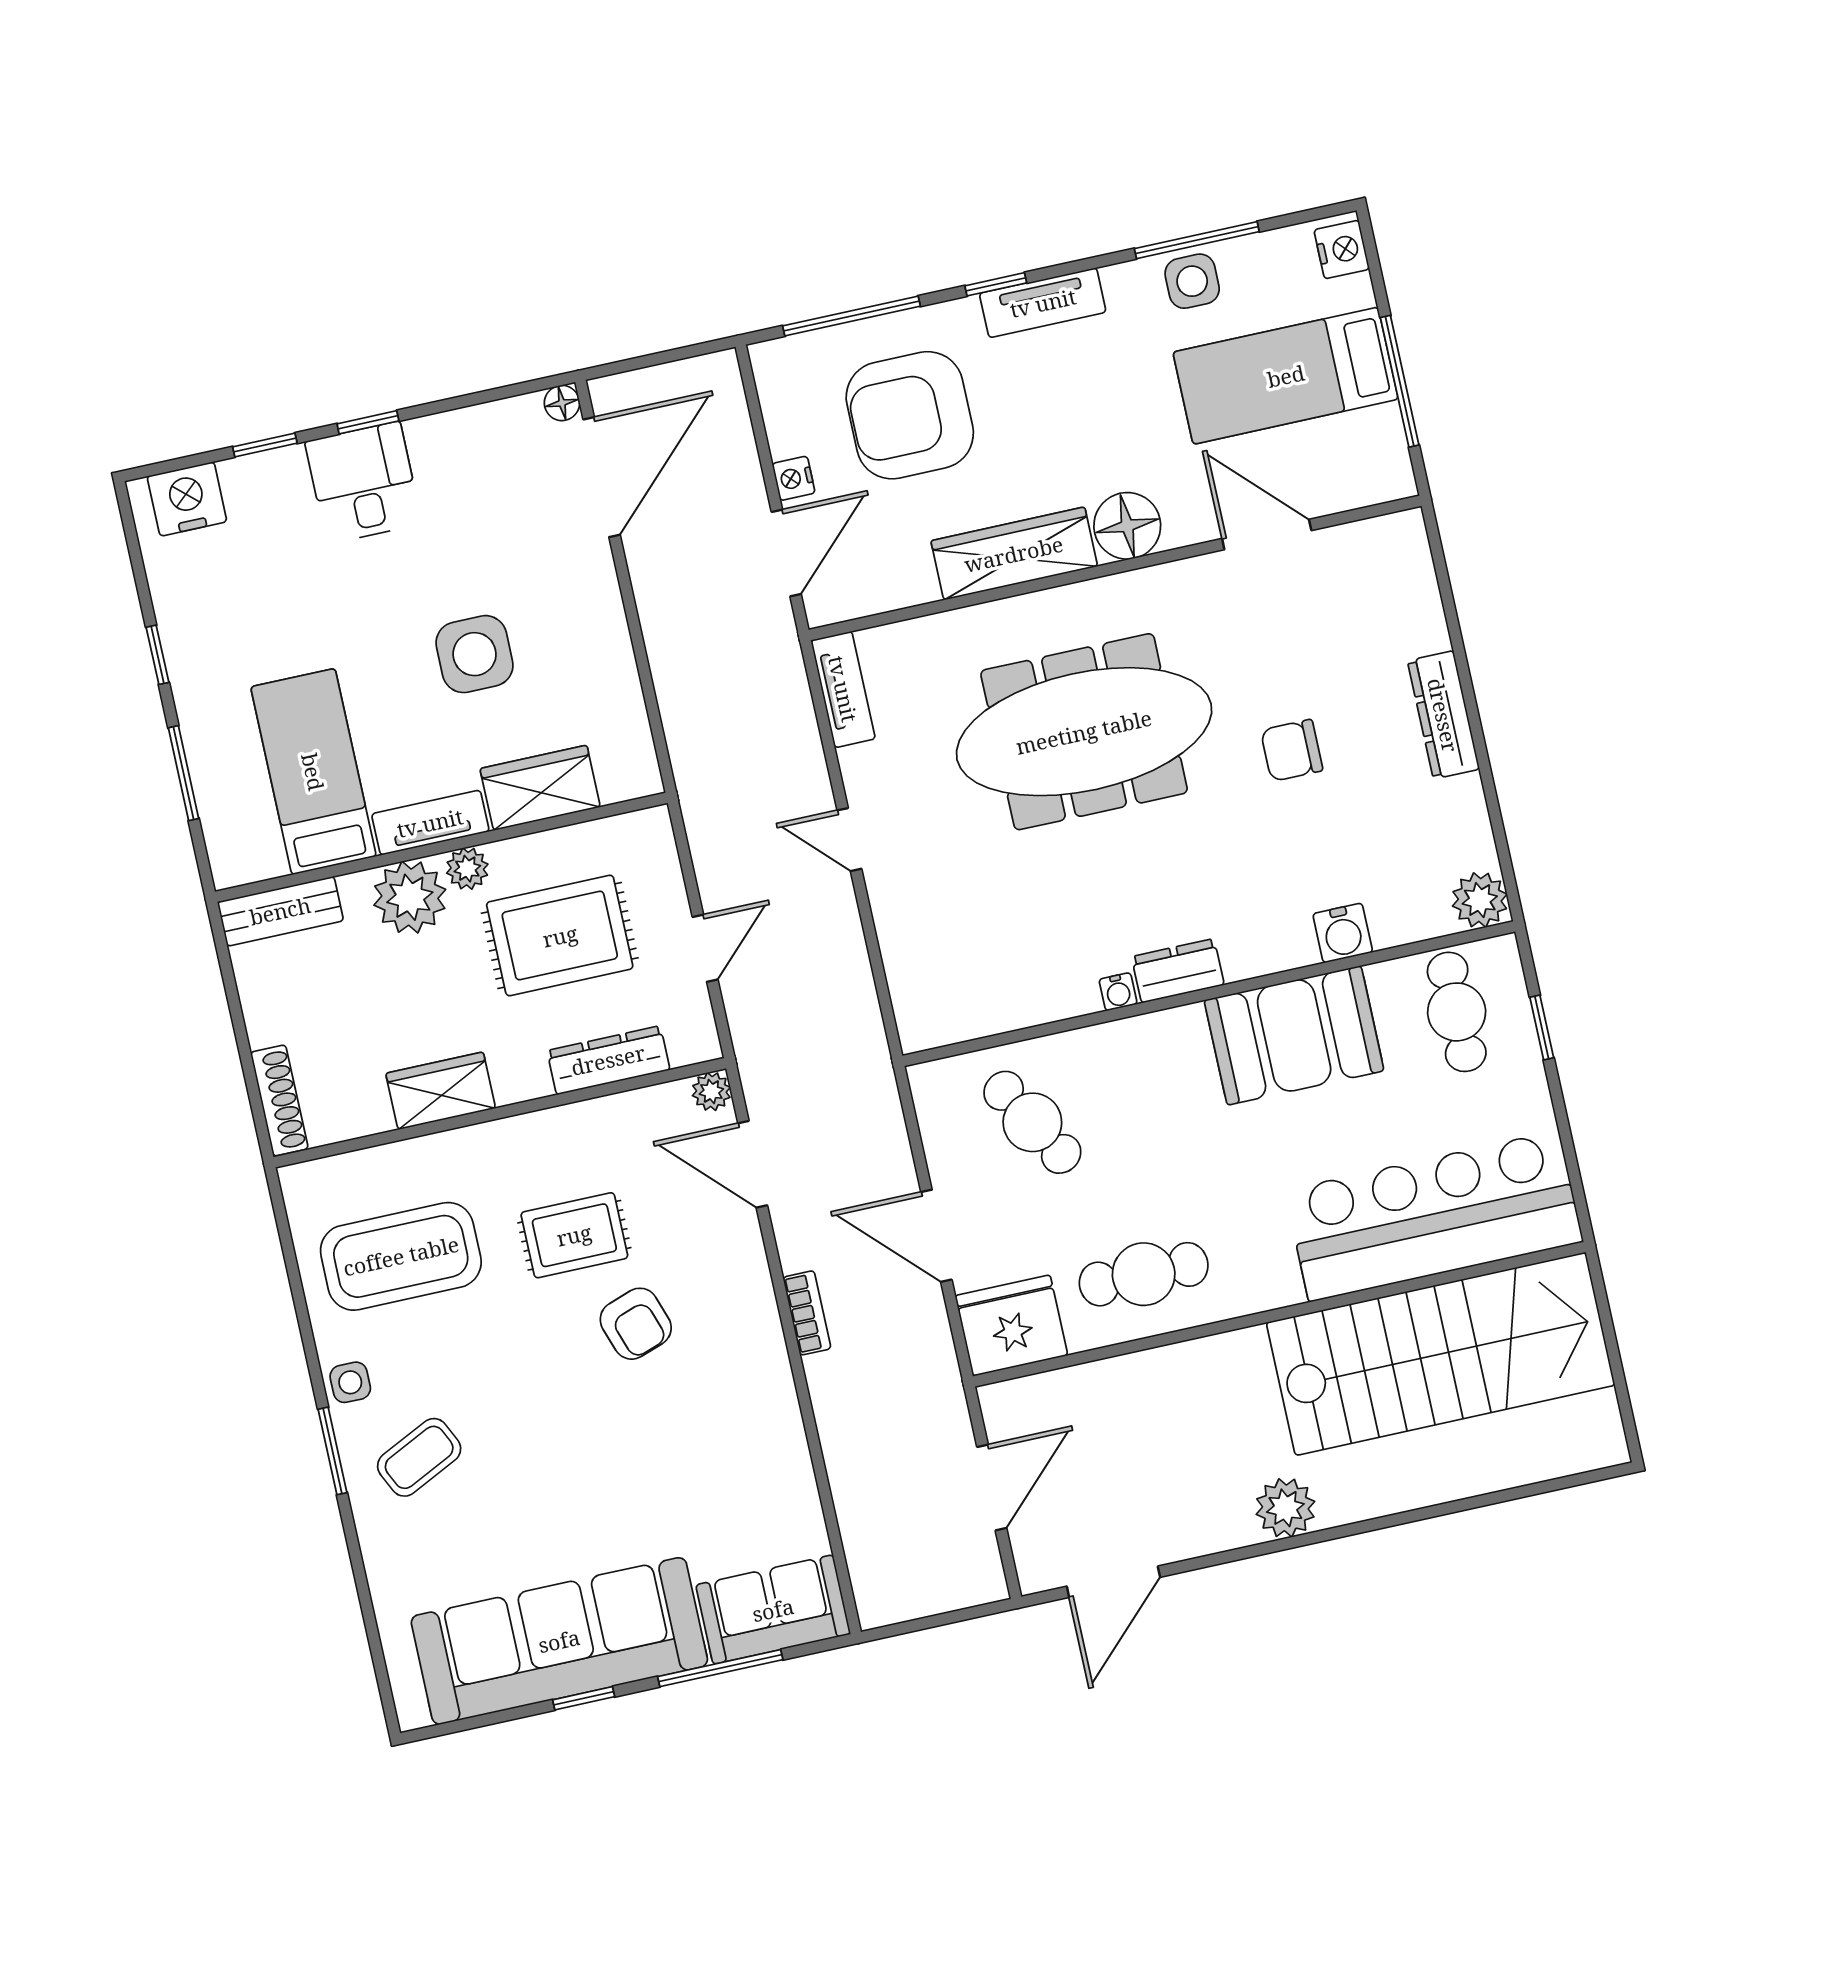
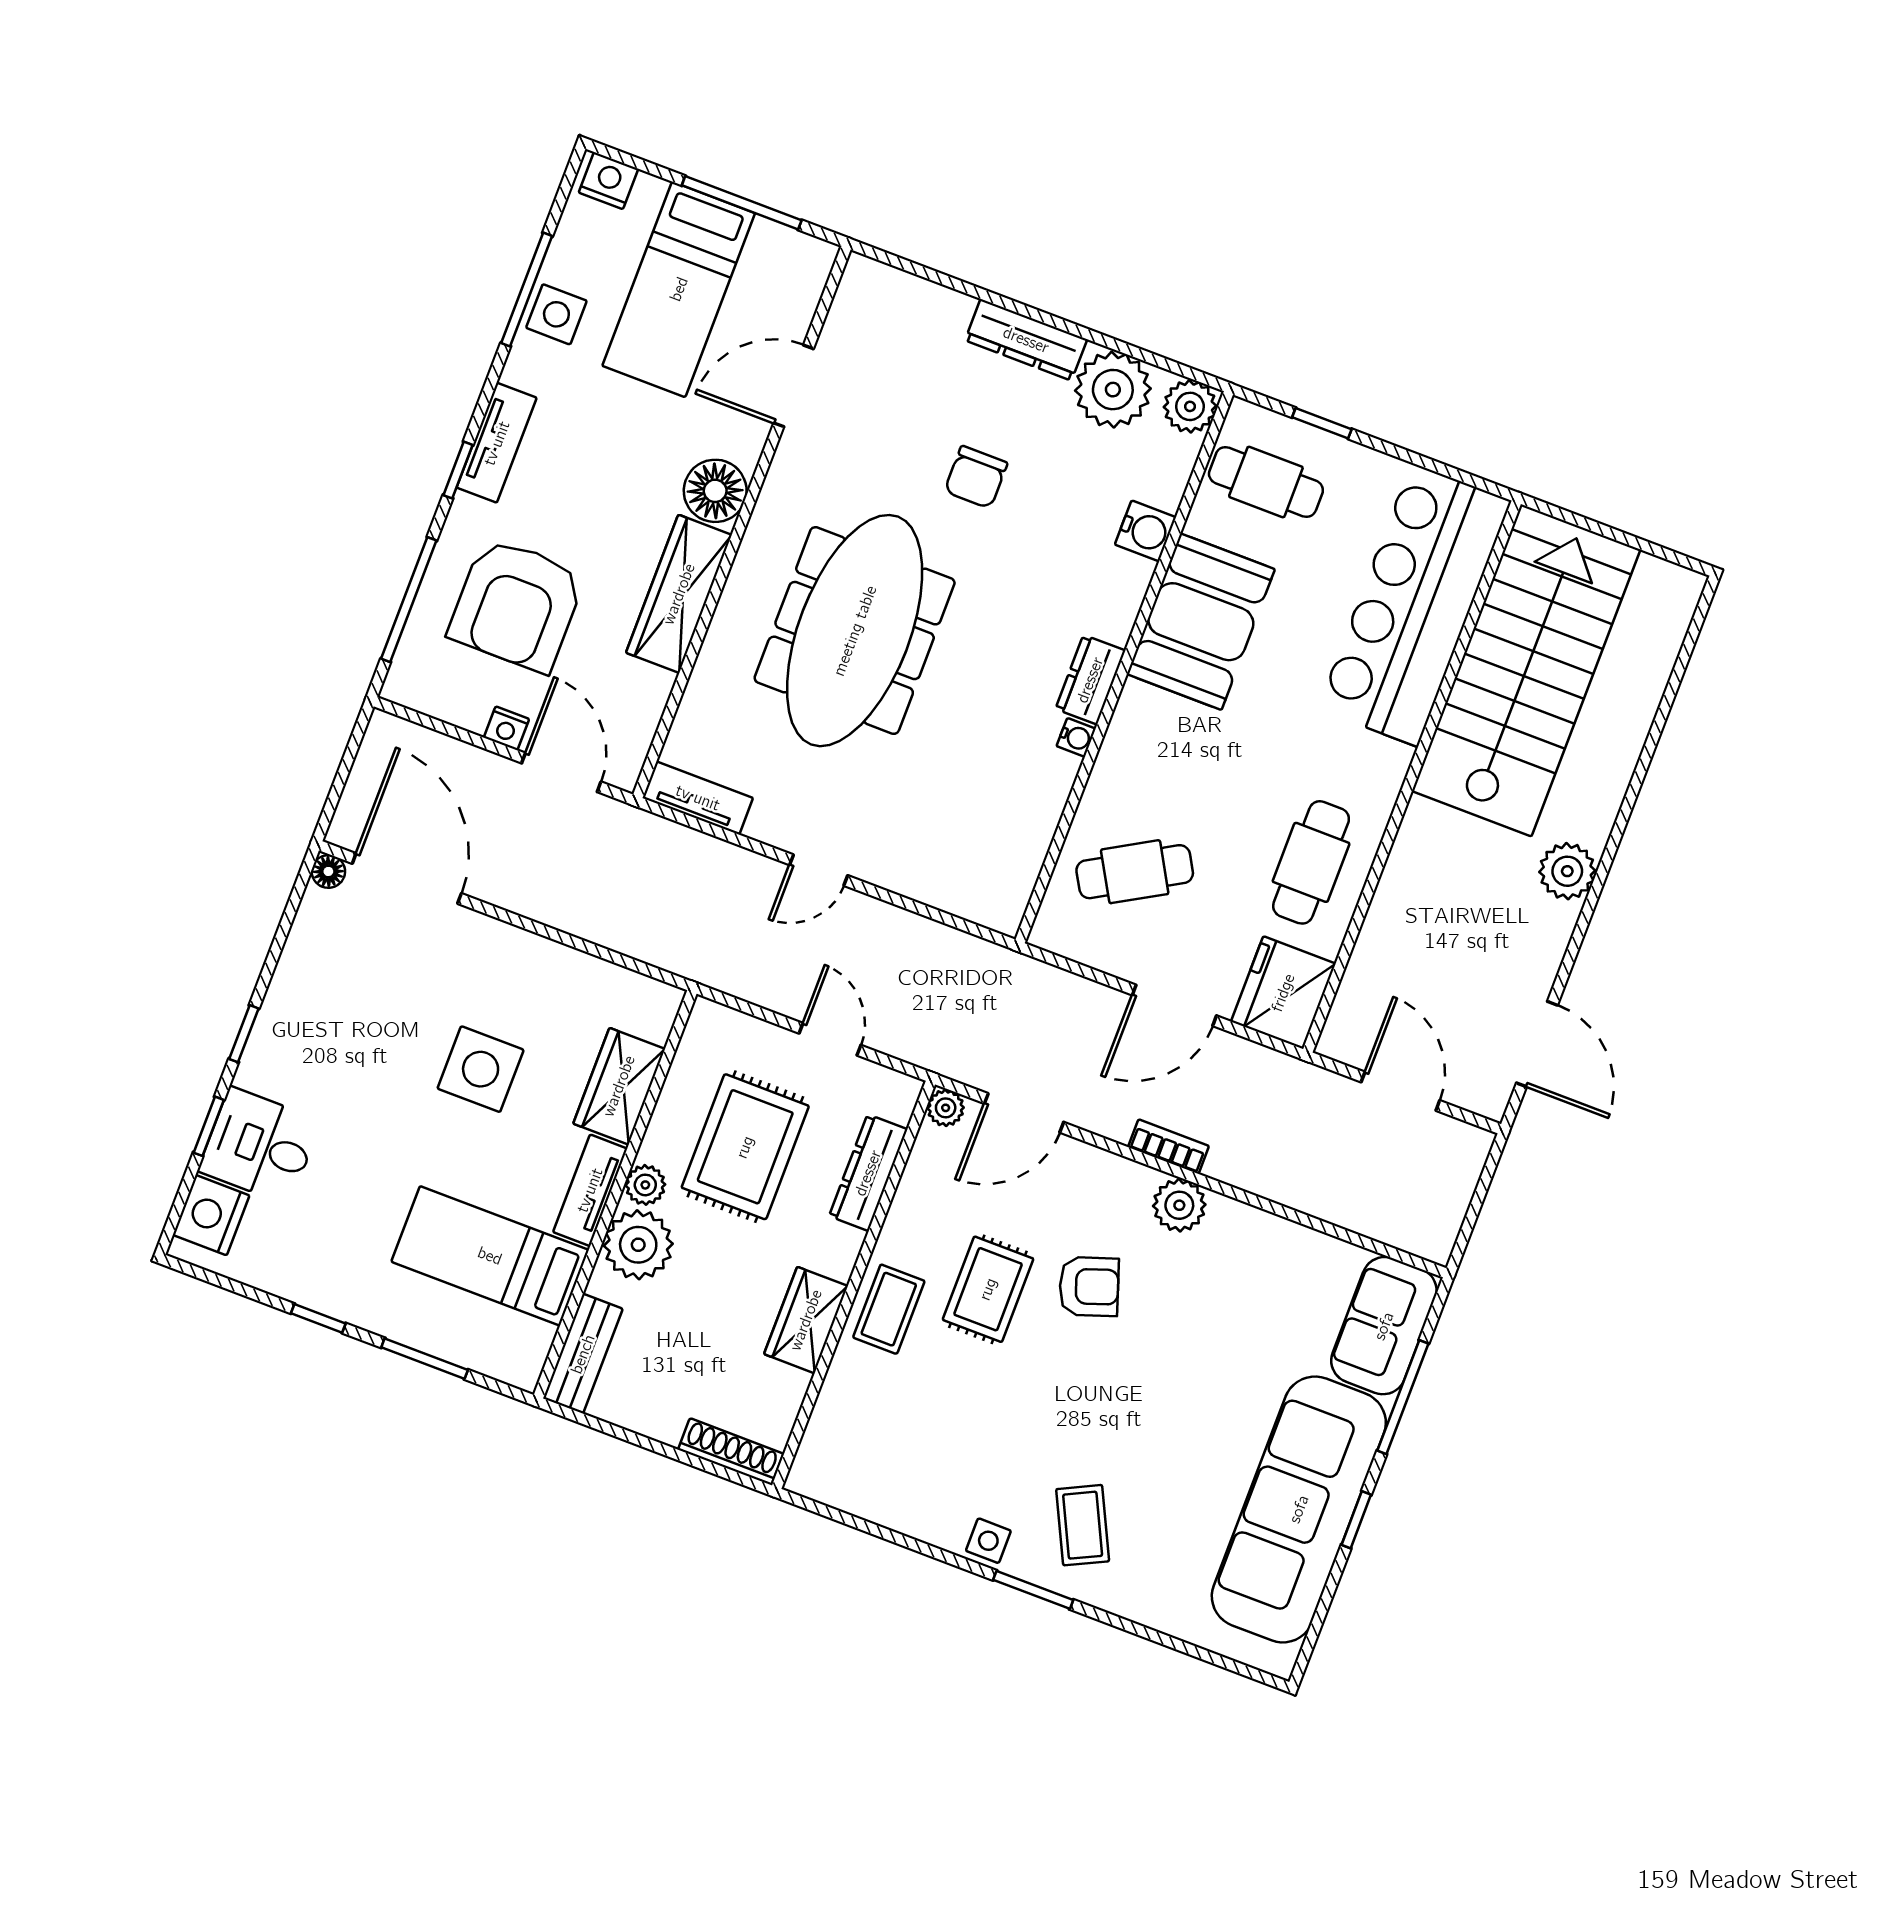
desk: (363, 483) -> (260, 1146), moved
plant: (1450, 821) -> (1113, 390), added
coffee table: (401, 1256) -> (889, 1309), moved, width x0.54, depth x0.58
plant: (761, 1357) -> (1179, 1205), added

